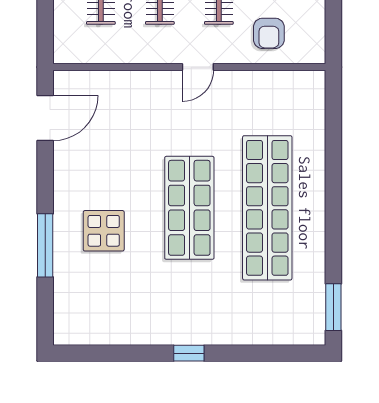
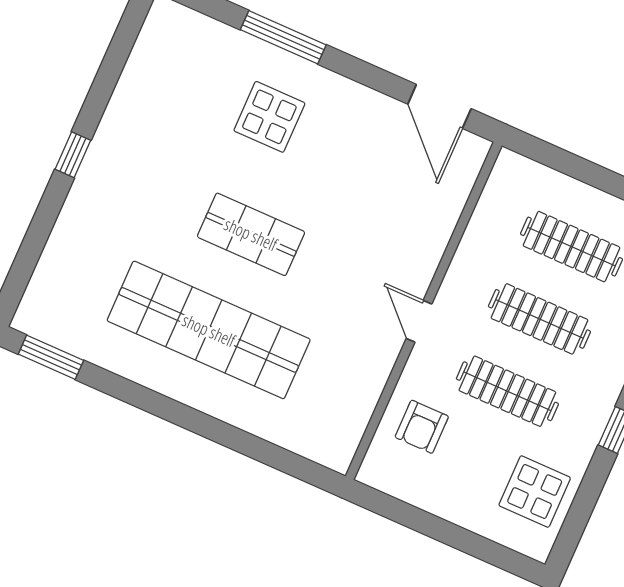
armchair: (269, 33) -> (422, 427), turned -90
shop shelf: (189, 208) -> (251, 234), width x0.70, depth x0.74

